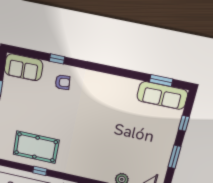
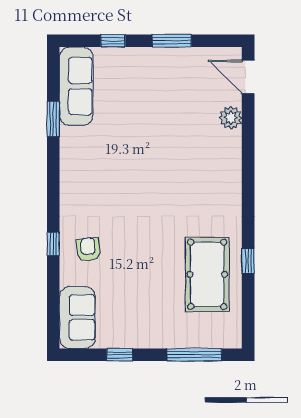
window: (57, 59) -> (53, 244), moved
window: (161, 81) -> (53, 119), moved

